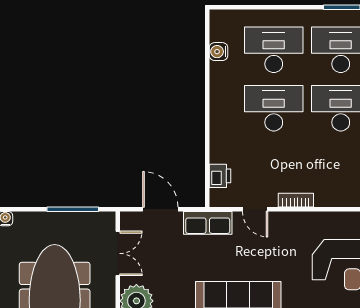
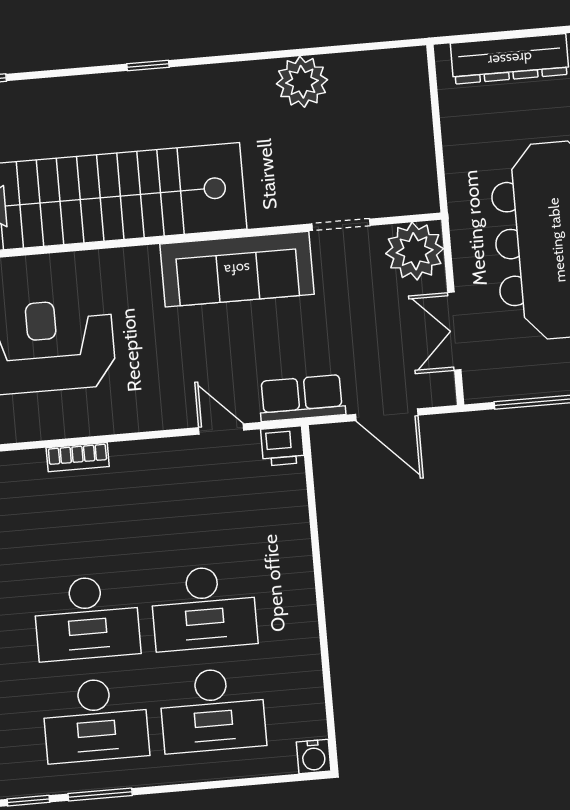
water cooler: (219, 52) -> (314, 756), moved, turned 90
printer: (220, 176) -> (283, 446), moved, turned -90
bookcase: (296, 200) -> (78, 457), moved

